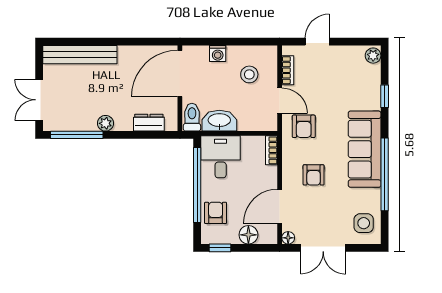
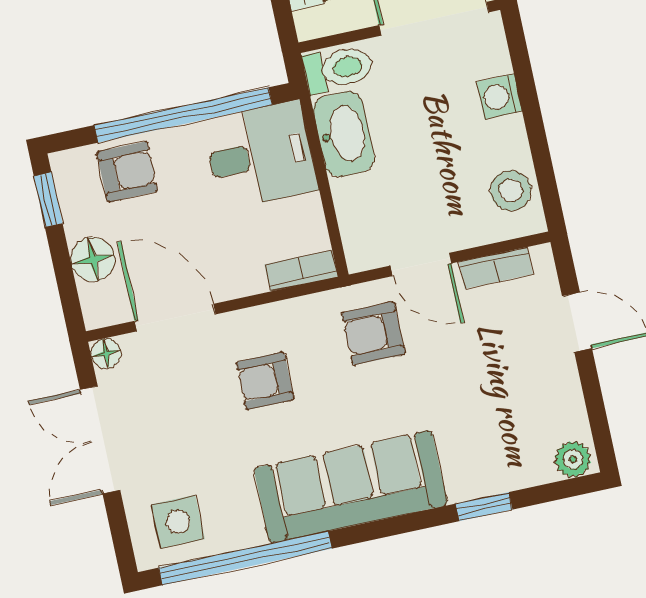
stool: (249, 74) -> (511, 191), moved
door: (280, 101) -> (421, 264), hinge flipped
window: (385, 174) -> (245, 558), moved

